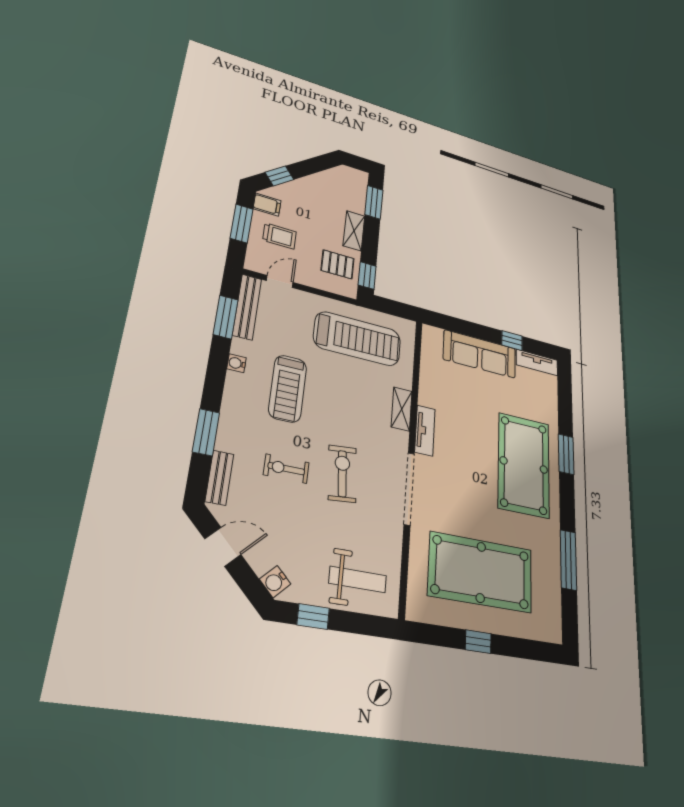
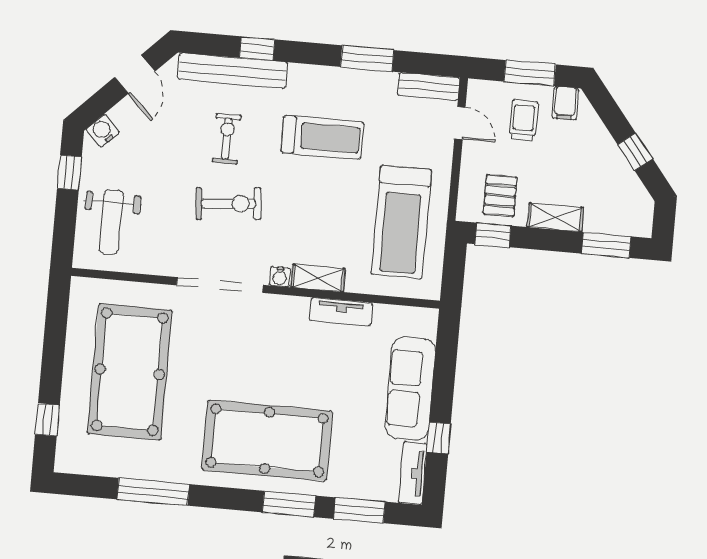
window: (279, 176) -> (635, 152), moved
trolley: (280, 236) -> (524, 120), turned 180
bench: (247, 307) -> (429, 86), width x0.73
window: (226, 317) -> (367, 58), moved
water cooler: (236, 363) -> (280, 277), moved, turned 180
treadmill: (288, 389) -> (322, 137), turned 180
window: (565, 404) -> (359, 510), added
tv unit: (425, 430) -> (341, 312), moved
window: (206, 432) -> (257, 49), width x0.67
bench: (219, 478) -> (233, 71), width x1.86, depth x1.21
window: (478, 642) -> (47, 420), moved

